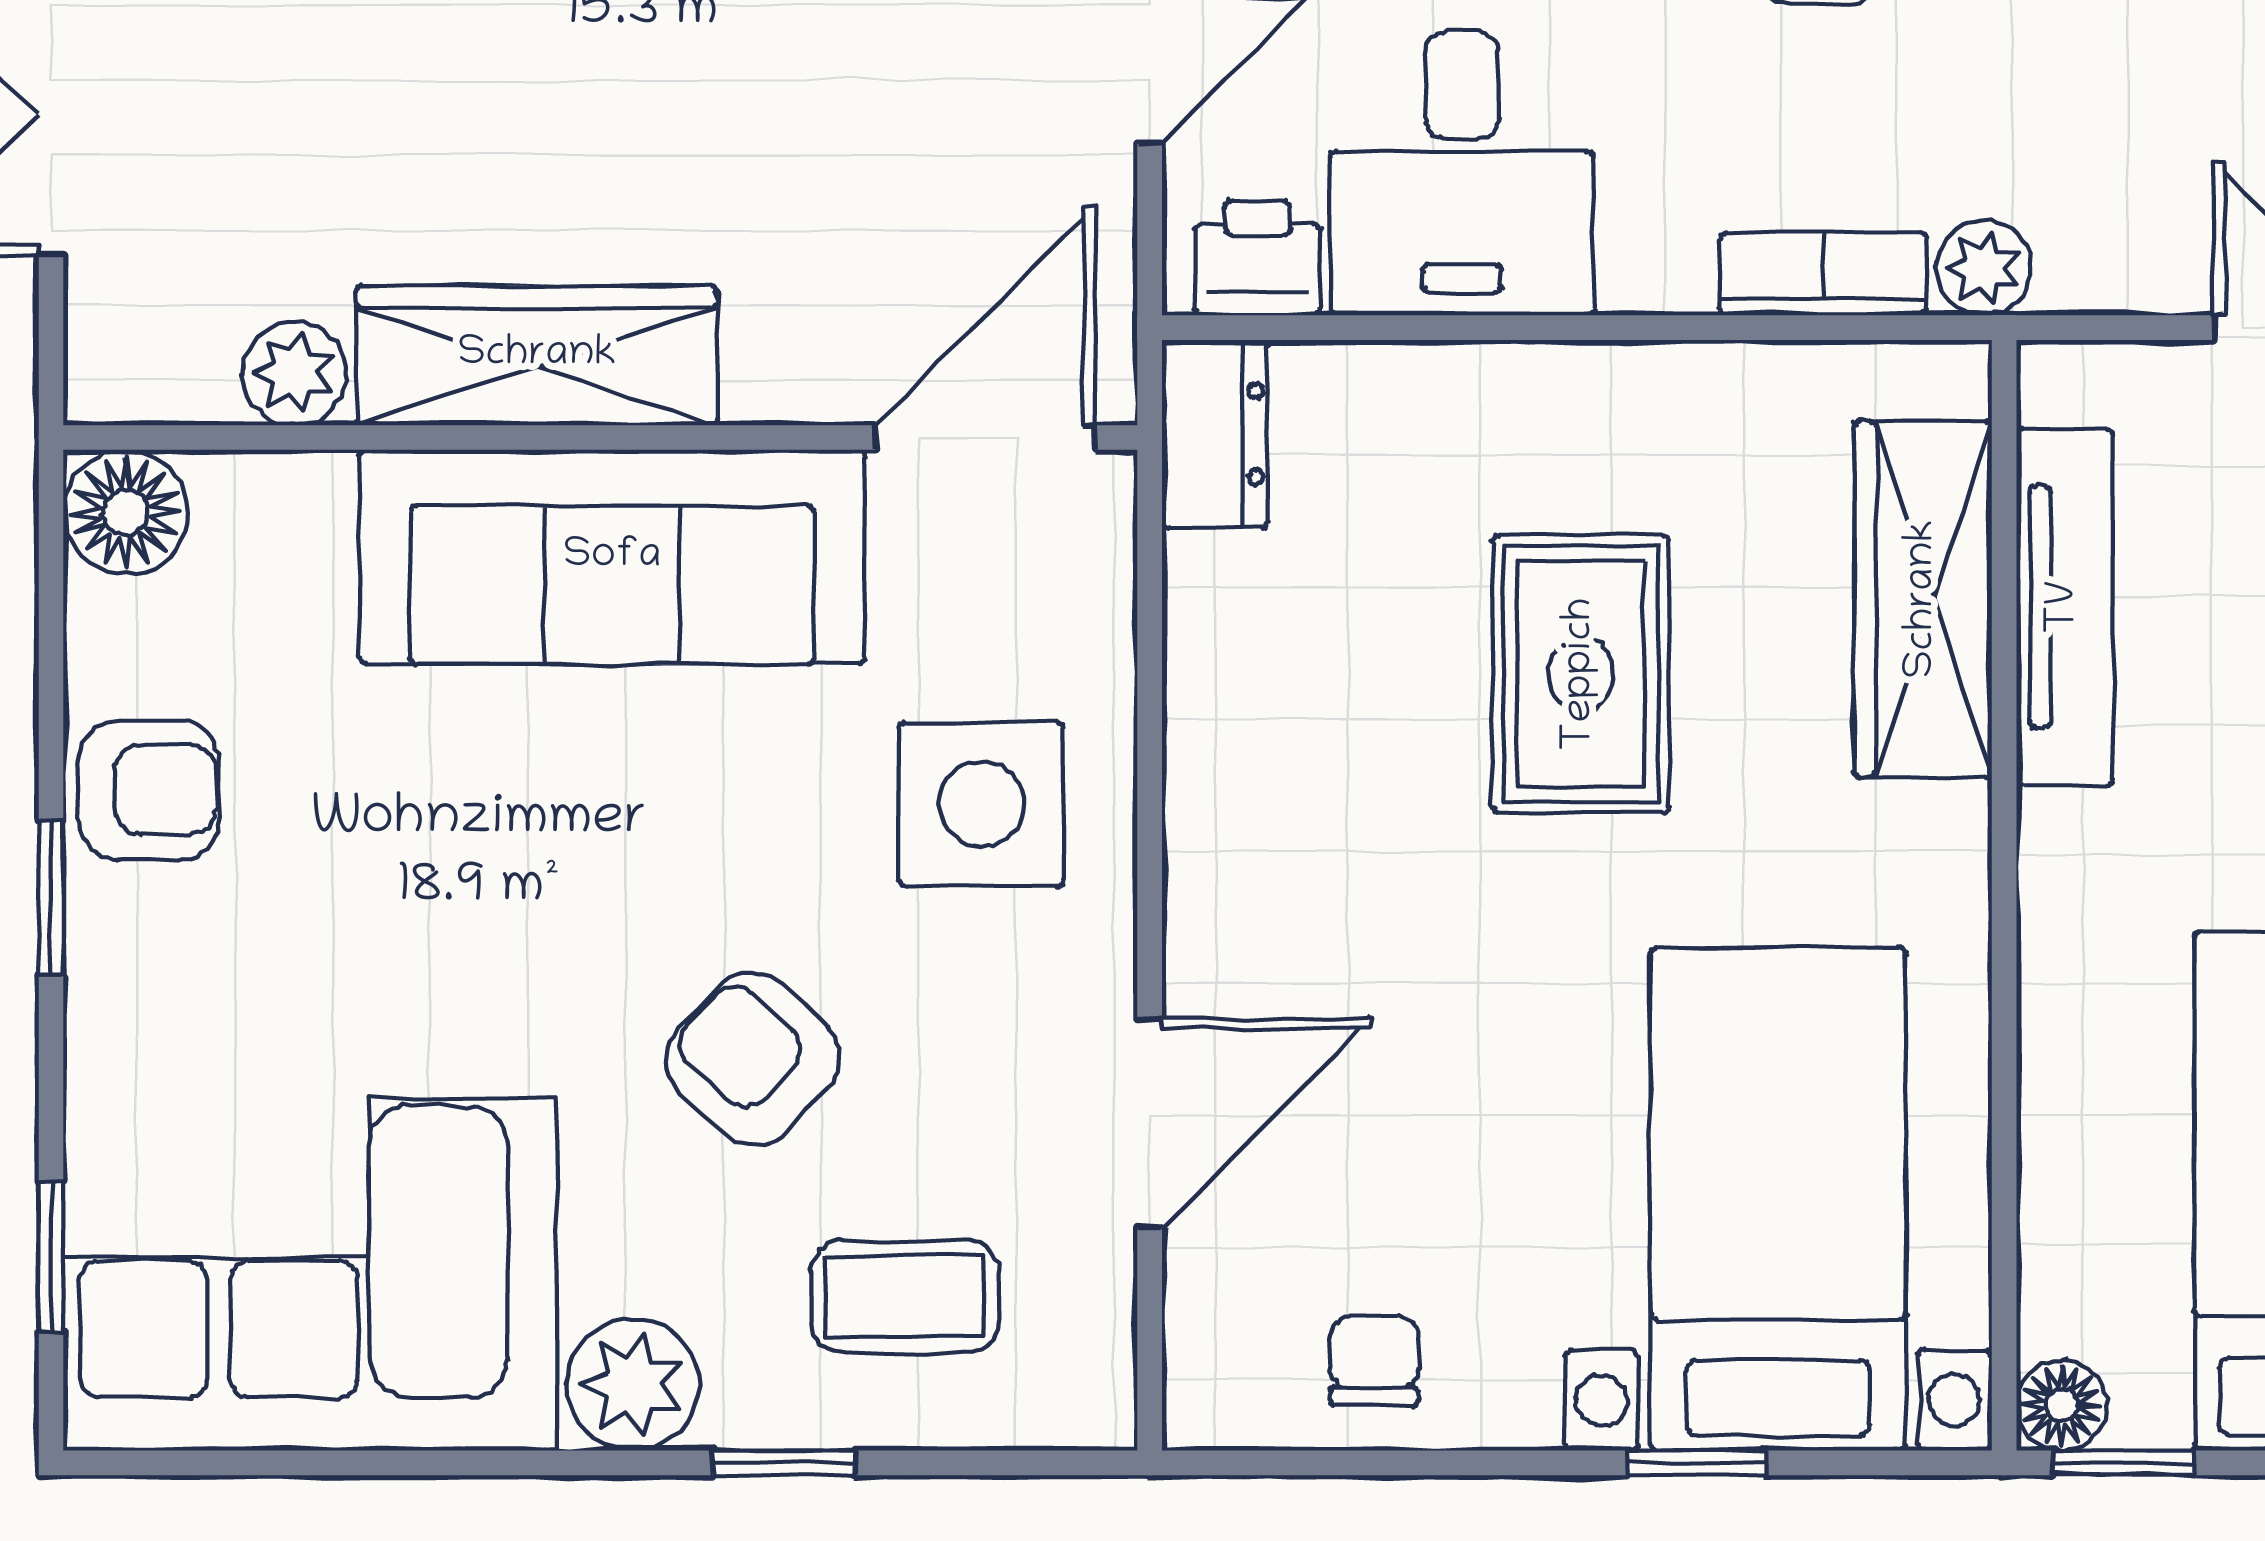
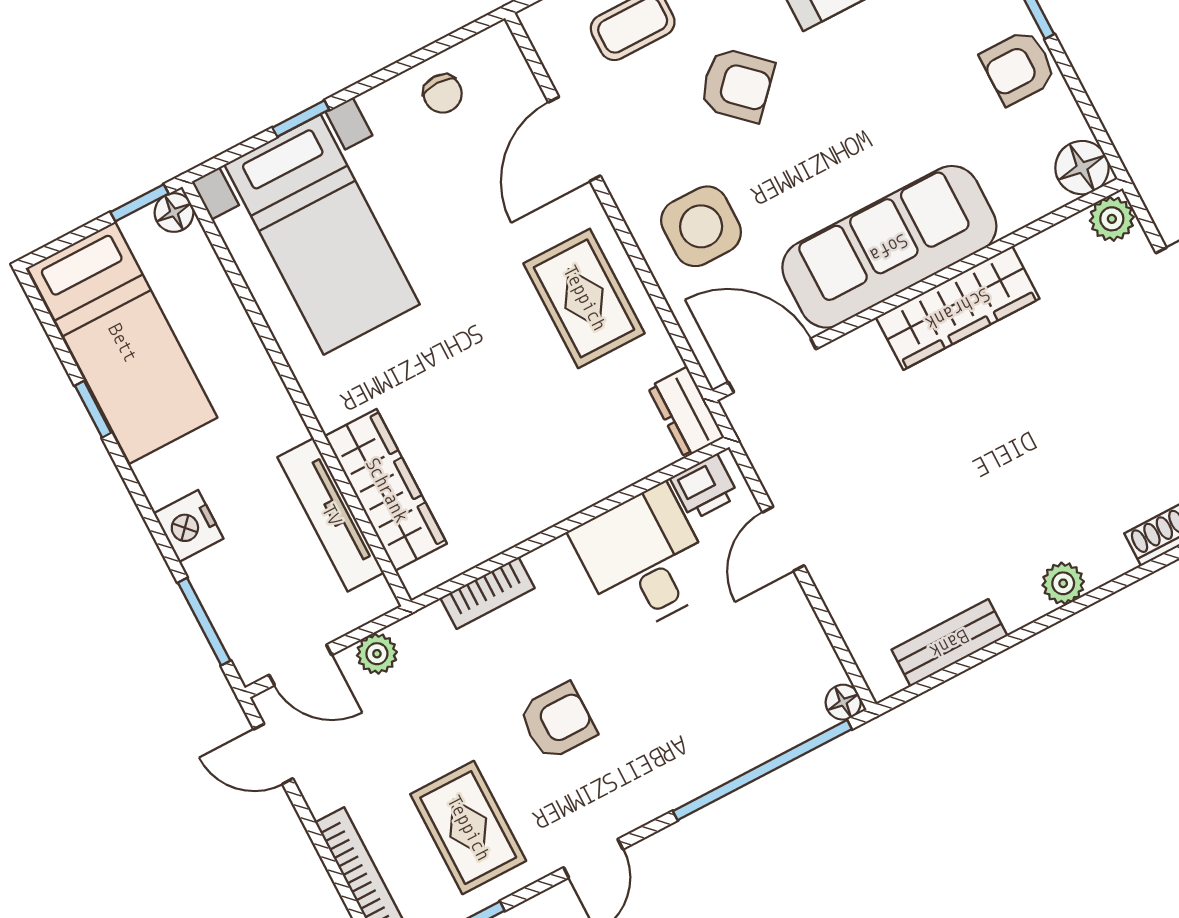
plant: (1984, 268) -> (377, 654), moved
plant: (294, 373) -> (1112, 219), moved
door: (985, 437) -> (772, 366), swing flipped
rug: (1581, 674) -> (584, 298), moved

